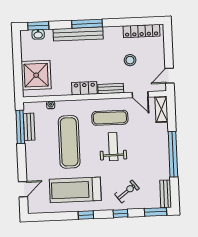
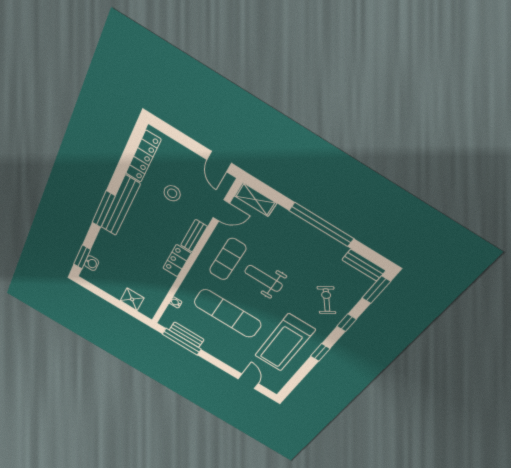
bench: (78, 34) -> (120, 206), moved
shower: (36, 75) -> (132, 299), width x0.54, depth x0.54

